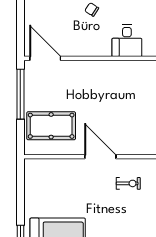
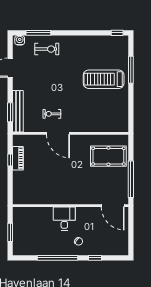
desk: (127, 41) -> (64, 218), moved
door: (100, 157) -> (58, 133), moved

